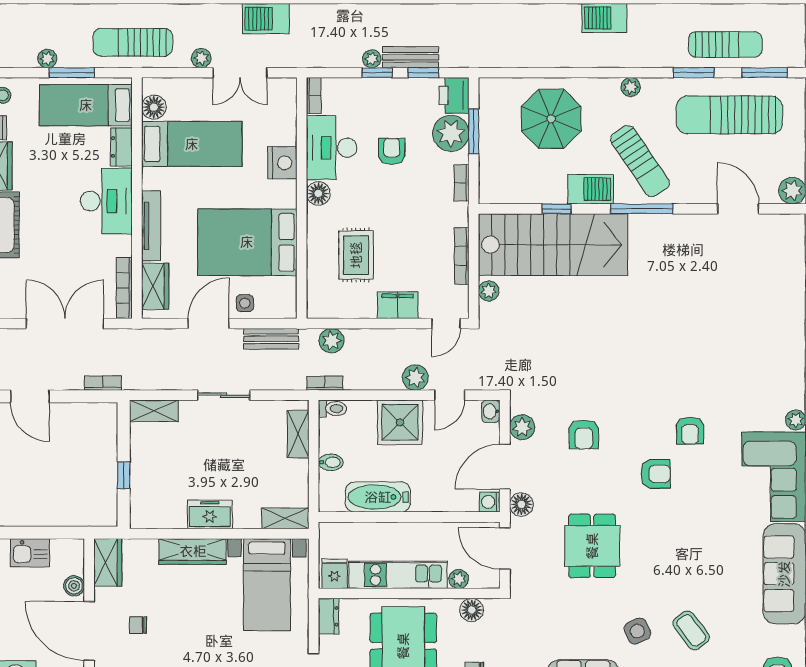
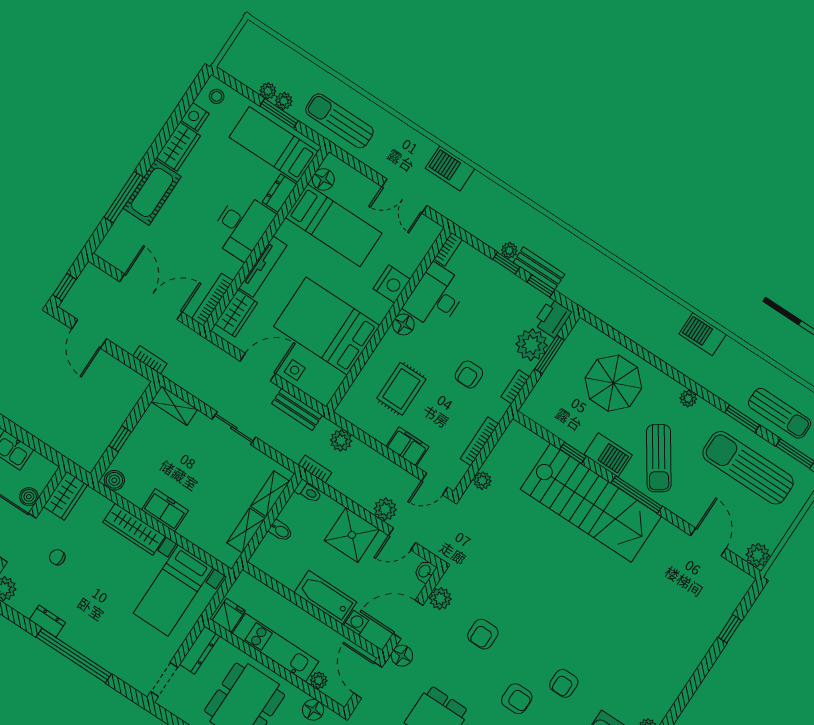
plant: (201, 58) -> (284, 101), moved
armchair: (392, 151) -> (469, 374), moved, turned 180
stairs: (553, 245) -> (591, 503), moved
bathtub: (378, 497) -> (325, 597), moved
washing machine: (490, 502) -> (356, 623), moved, turned 90
boiler: (144, 518) -> (114, 480), added
shelving: (285, 518) -> (246, 531), moved, turned 90
dresser: (329, 616) -> (200, 650), width x1.44

